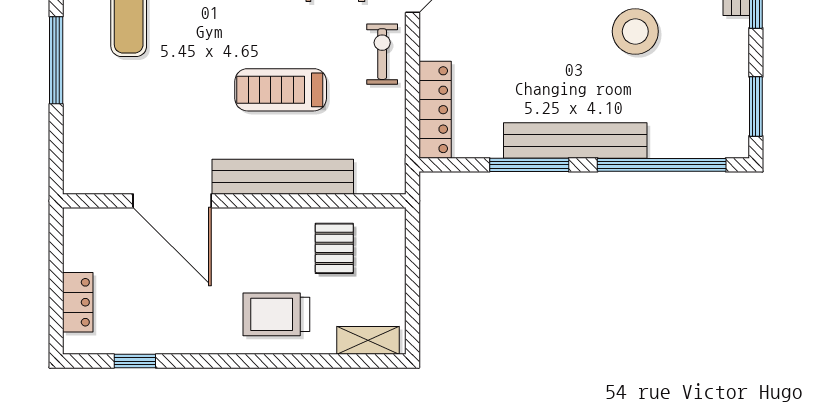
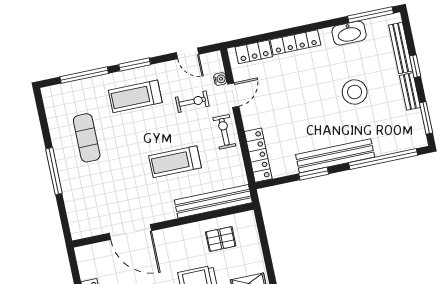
bench: (737, 52) -> (410, 91), added
window: (529, 165) -> (314, 174), width x0.69
bench: (283, 177) -> (213, 201), moved
pallet: (334, 248) -> (221, 239), turned 90

